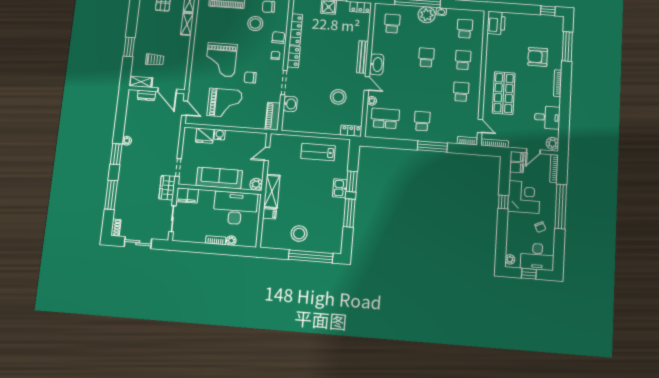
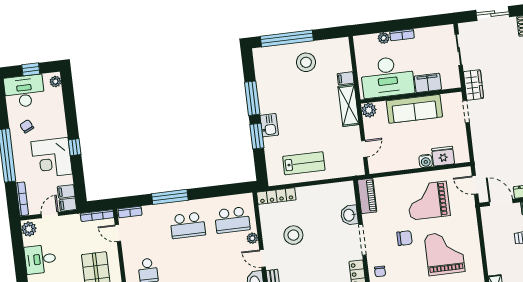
school desk: (422, 121) -> (188, 225), width x1.85
locker: (351, 131) -> (276, 196), width x1.53
filing cabinet: (187, 196) -> (428, 83), moved

